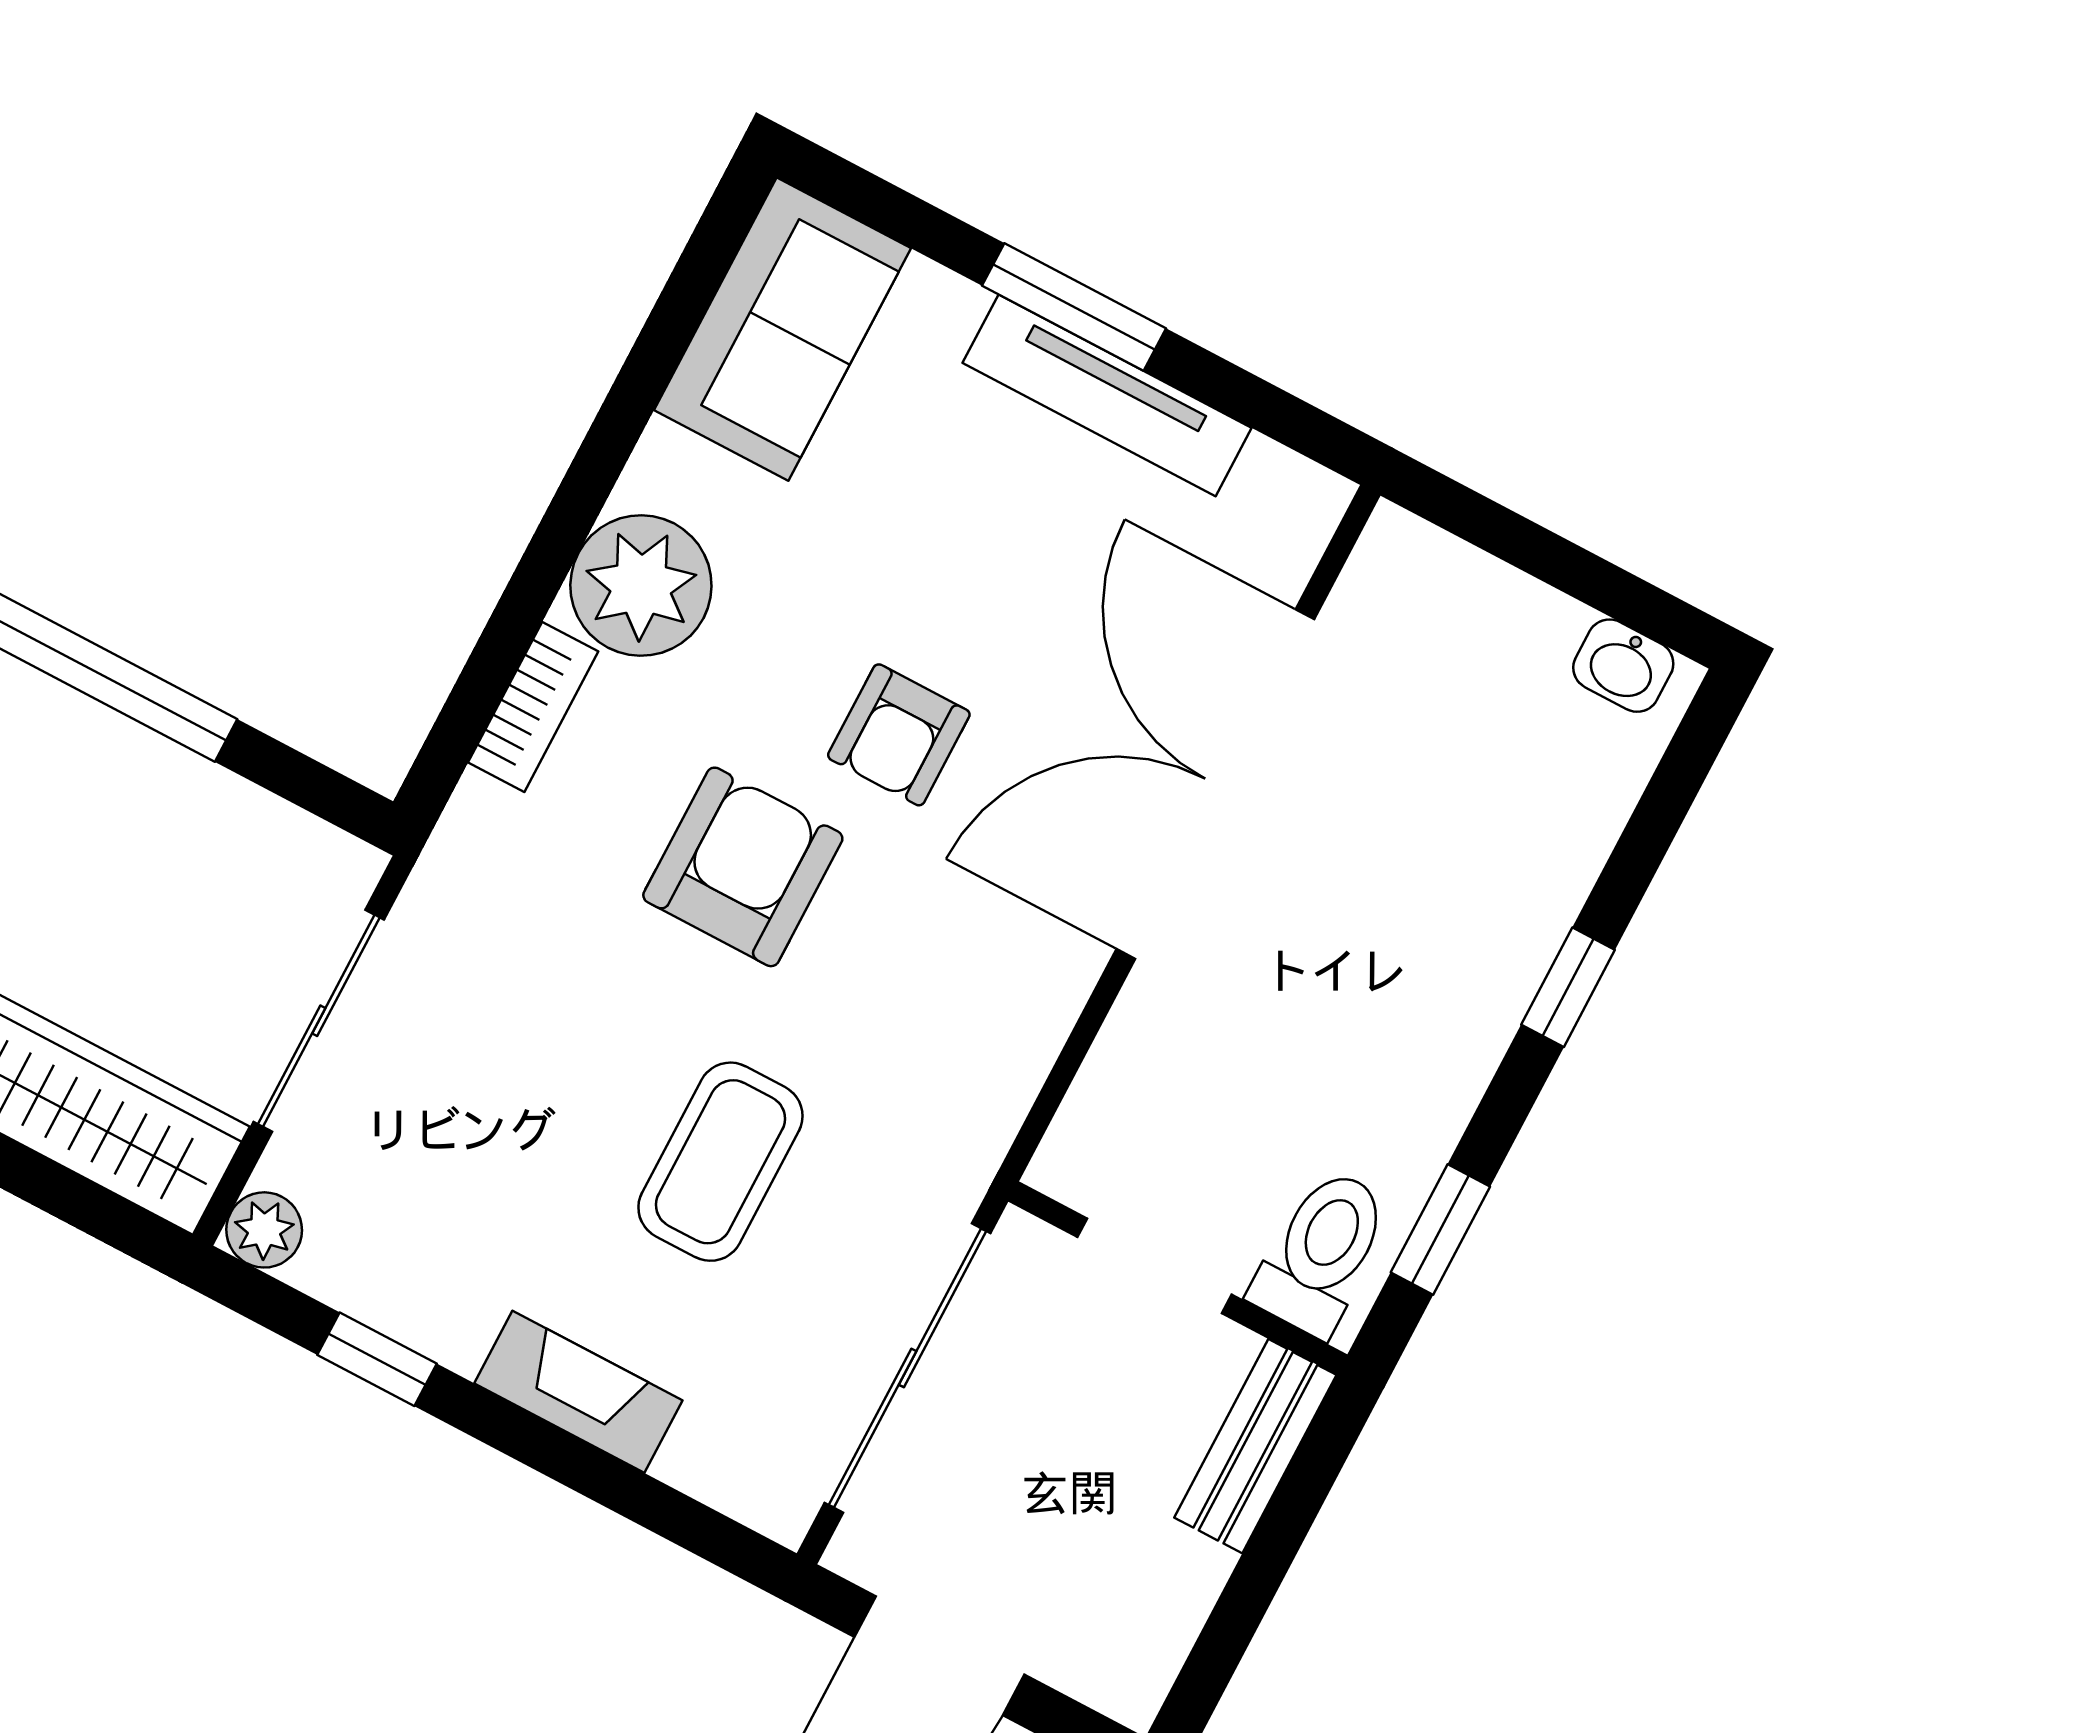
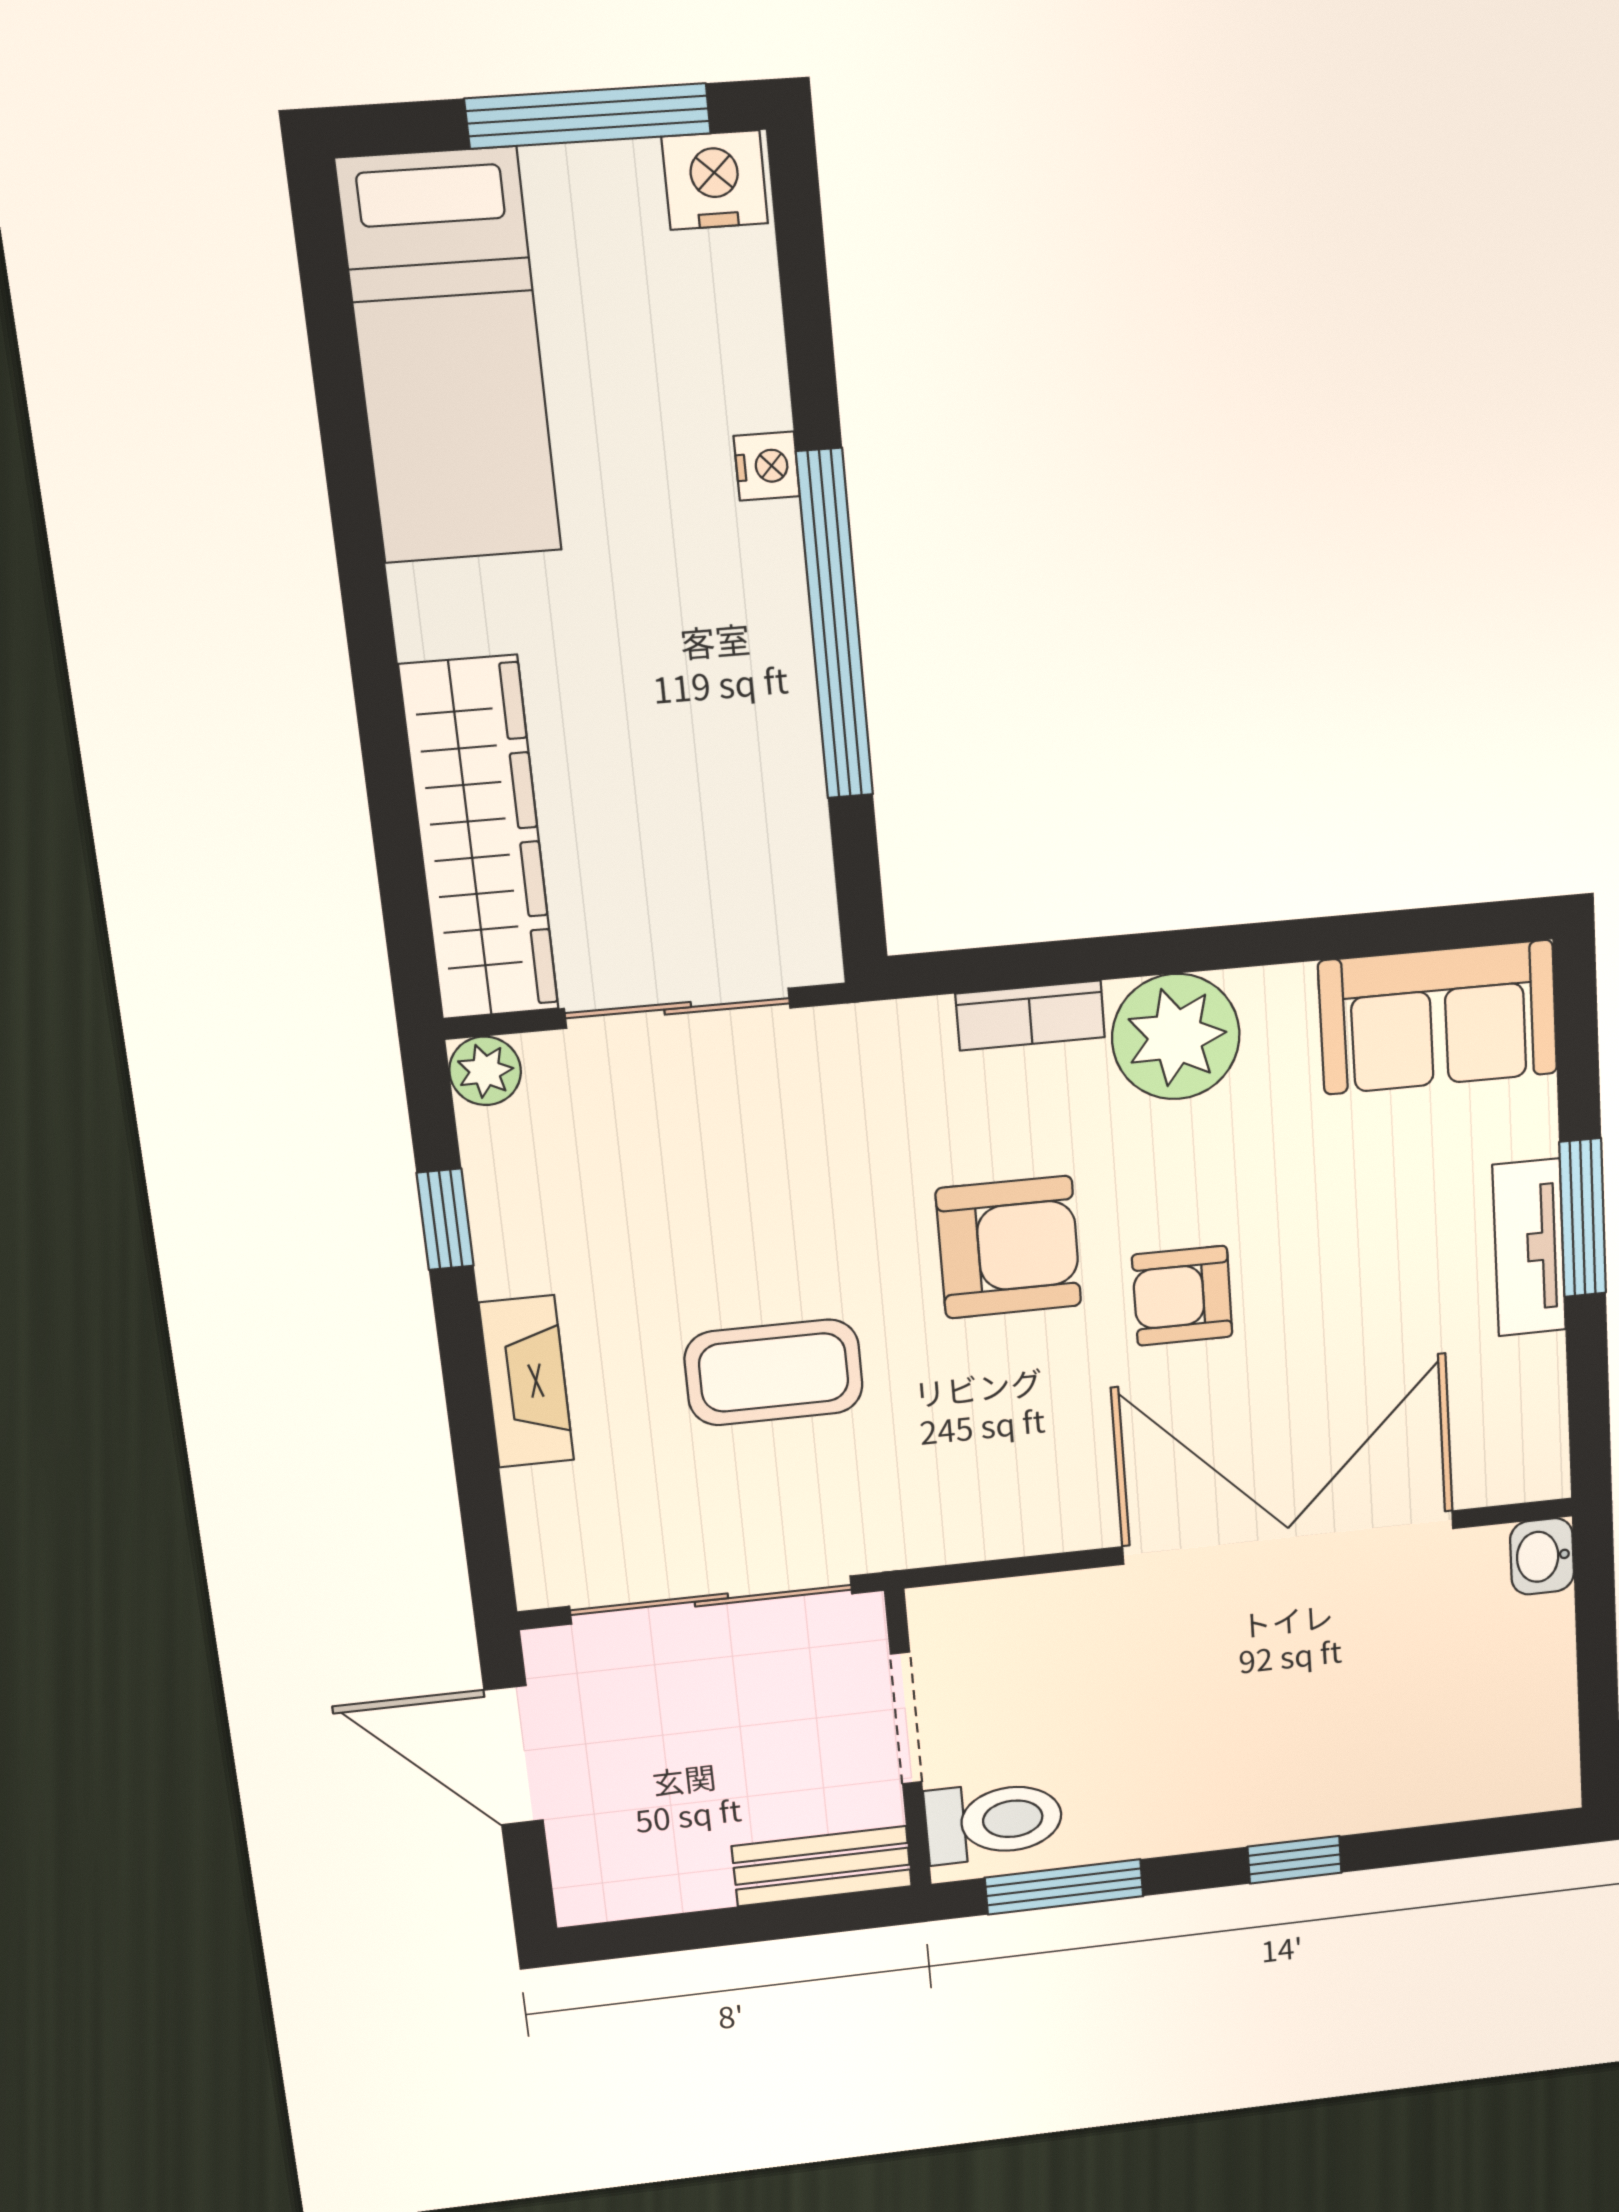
tv unit: (1107, 395) -> (1529, 1248), width x0.71
washbasin: (1623, 666) -> (1542, 1556), moved
window: (1440, 1229) -> (1064, 1887), width x1.50

